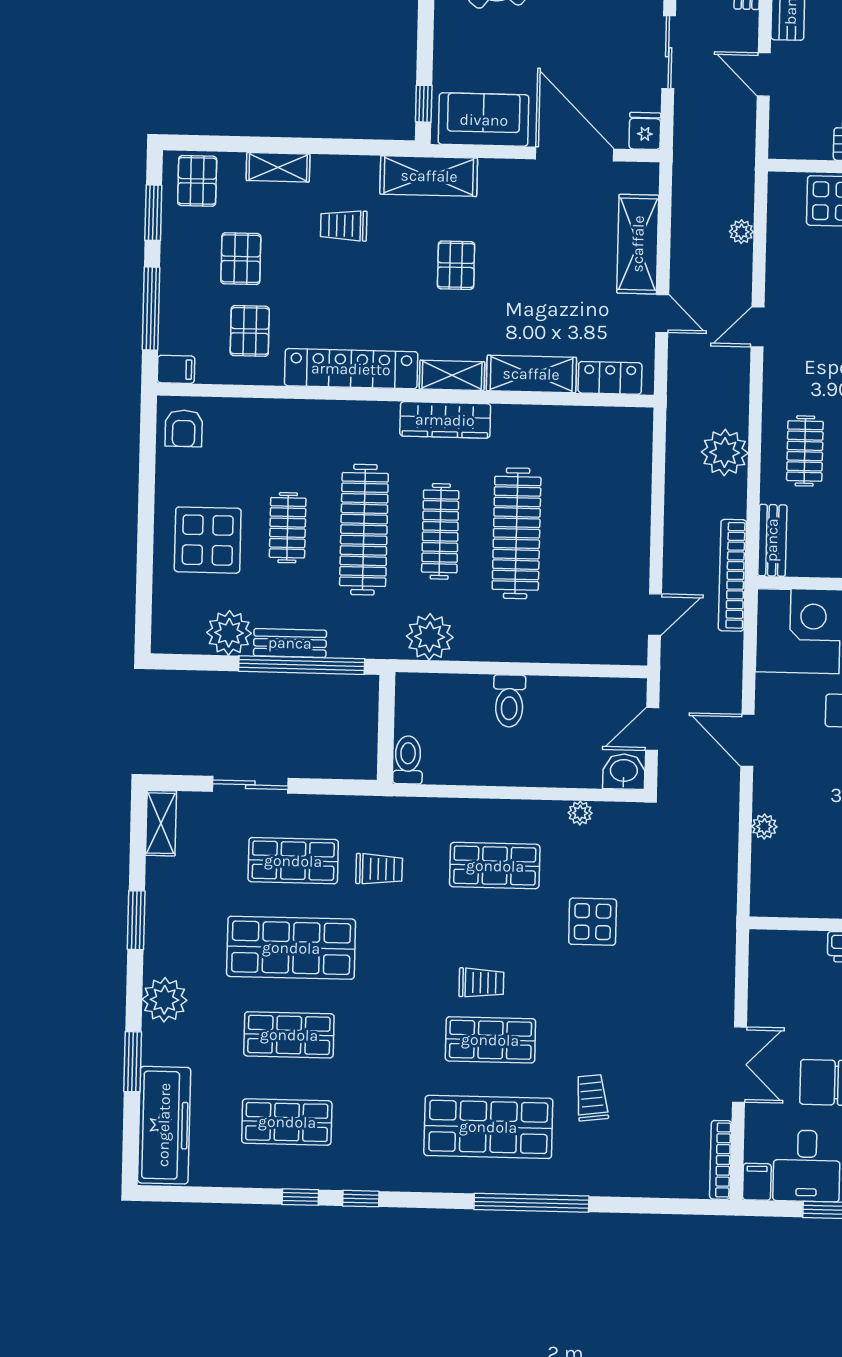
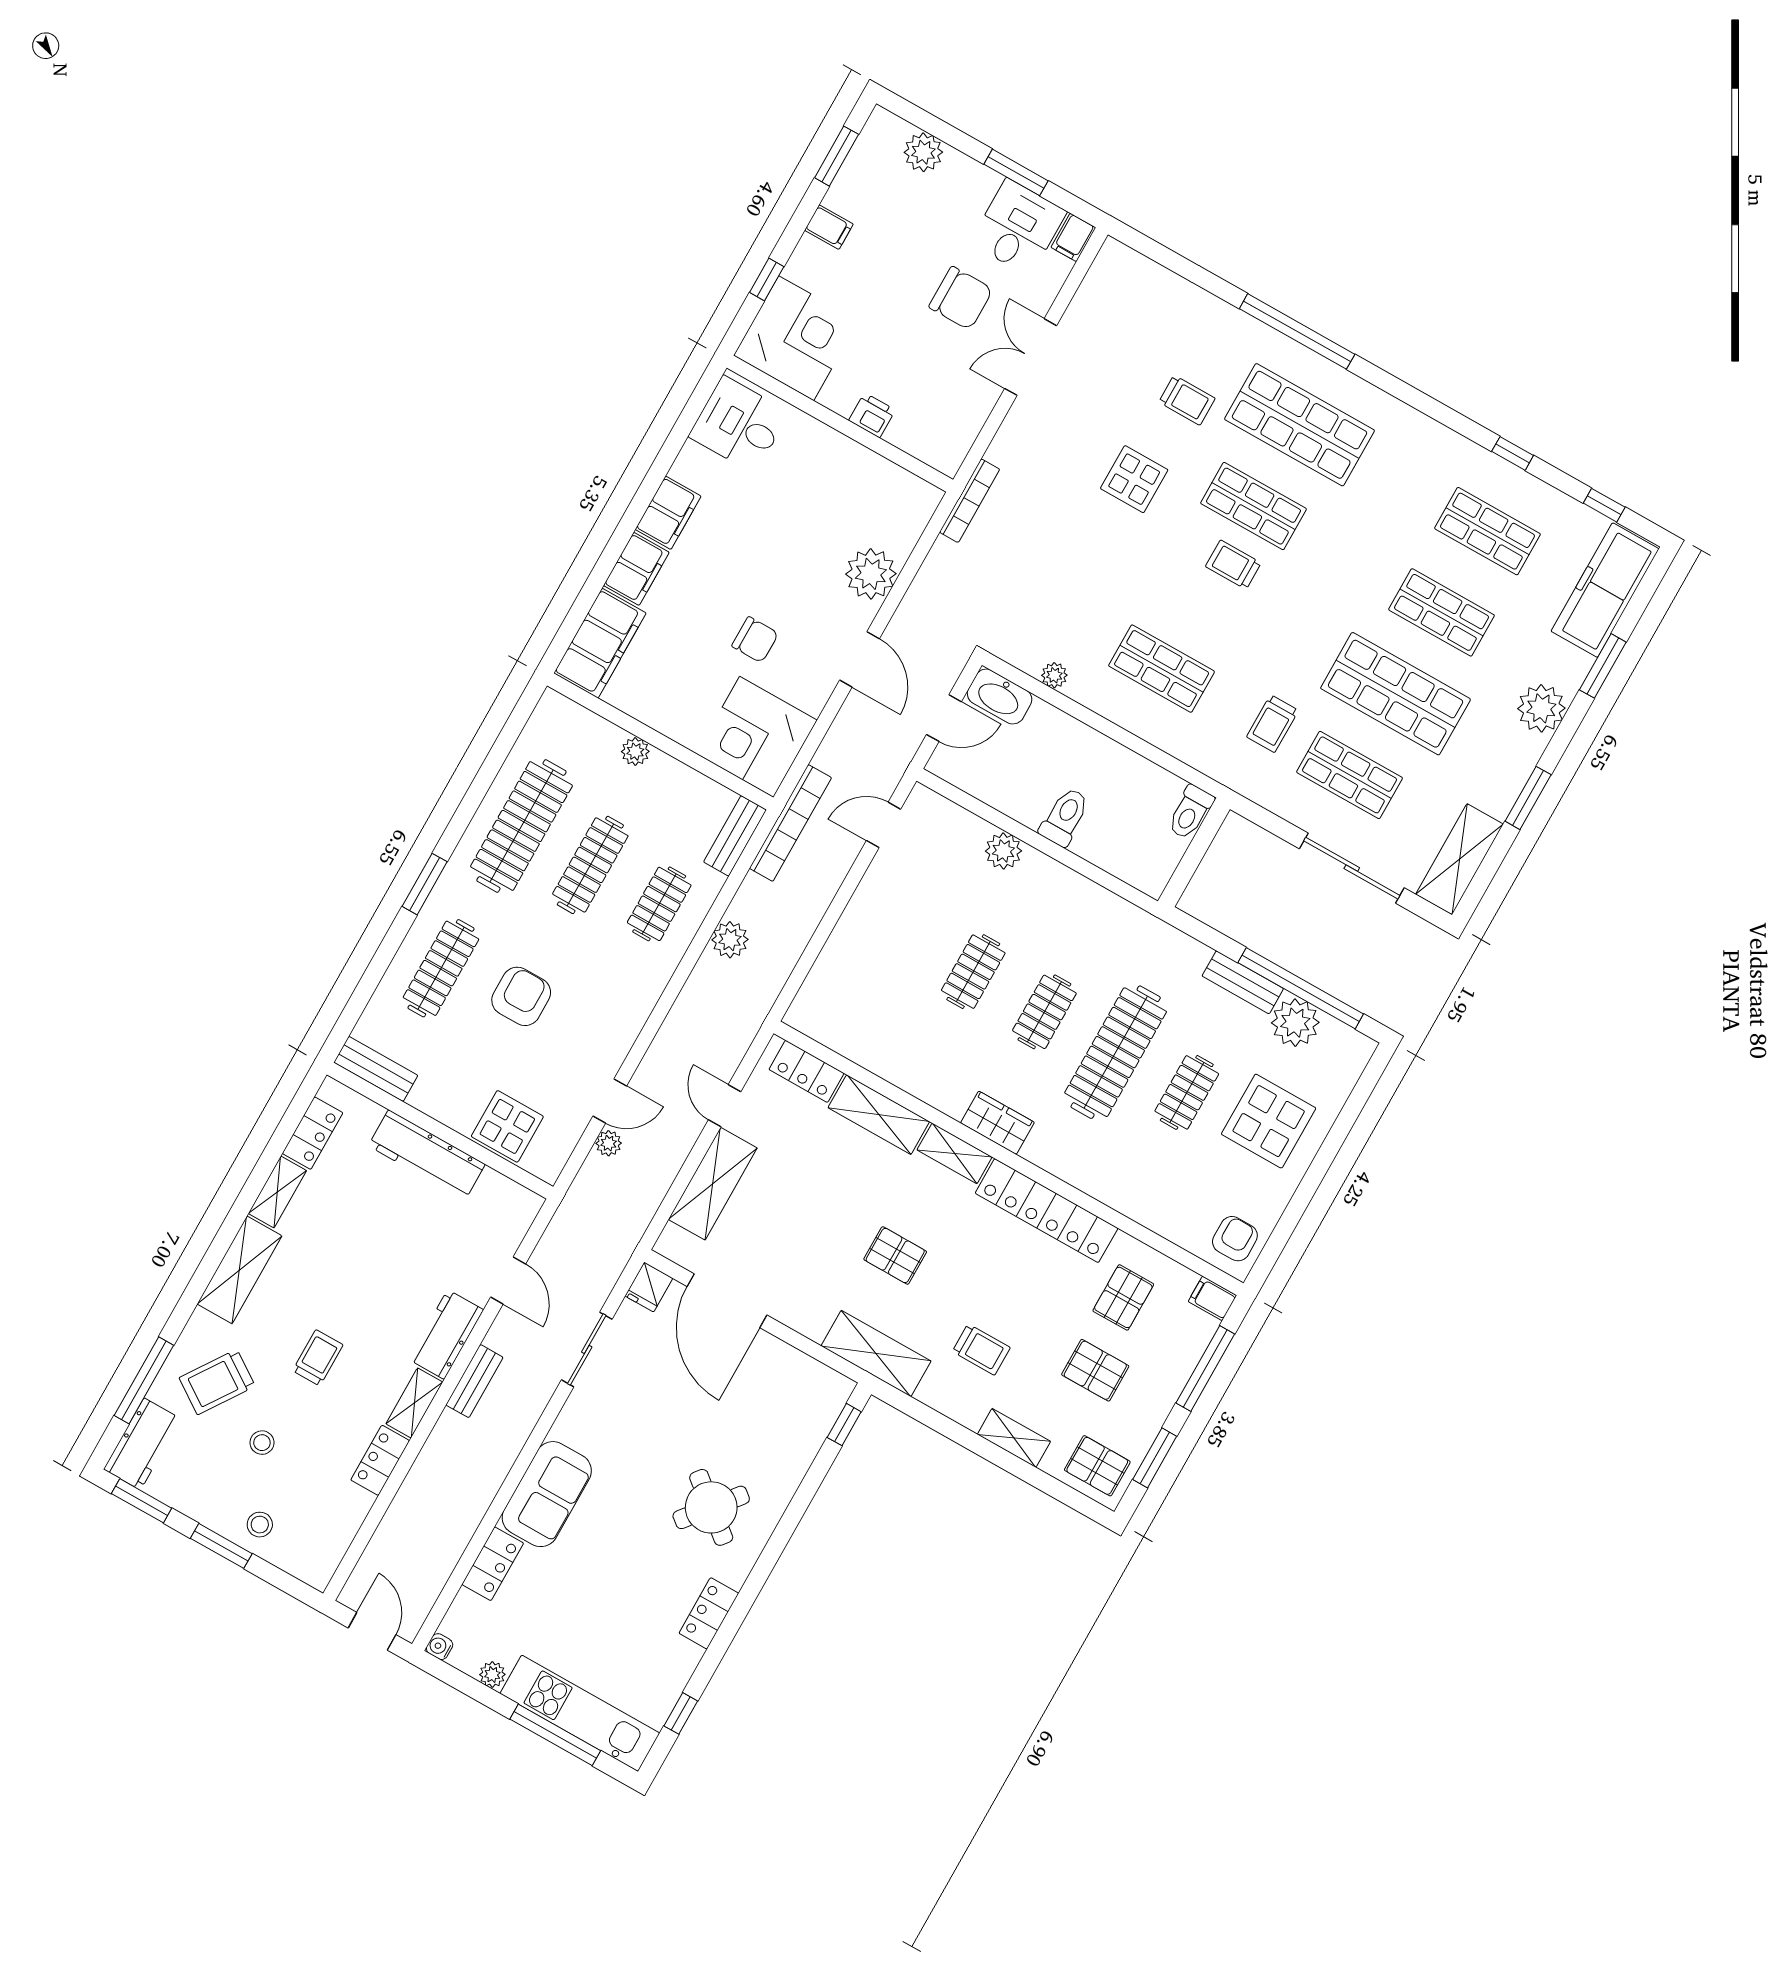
sofa: (484, 120) -> (796, 1379), removed
pallet: (197, 181) -> (1097, 1466), turned 90
pallet: (241, 259) -> (1095, 1370), turned 90
pallet: (456, 265) -> (895, 1256), turned 90
door: (758, 327) -> (610, 1101), moved
wardrobe: (445, 420) -> (997, 1123), width x0.67
plant: (725, 452) -> (730, 940), width x0.73, depth x0.73
clothes rail: (440, 531) -> (1044, 1012), width x0.73
clothes rail: (517, 533) -> (973, 972), width x0.54, depth x0.76
plant: (430, 637) -> (1003, 851), moved, width x0.73, depth x0.73
window: (302, 665) -> (1301, 988), moved
washbasin: (624, 772) -> (1000, 696), width x1.38
sliding door: (250, 785) -> (1352, 868), width x1.37
shelving: (161, 823) -> (1460, 859), width x1.50, depth x1.33
plant: (764, 827) -> (871, 574), width x1.88, depth x1.88
trolley: (379, 869) -> (1273, 724), turned -90
display table: (593, 922) -> (1134, 479), moved
trolley: (592, 1098) -> (1187, 400), turned -83
bookcase: (721, 1160) -> (970, 501), moved
window: (361, 1199) -> (1604, 505), moved

